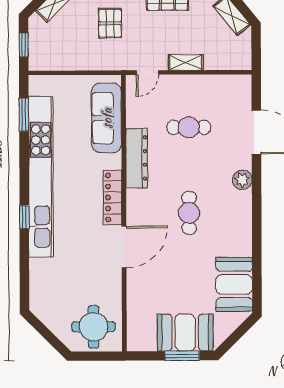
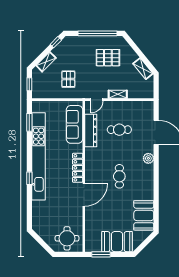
pallet: (110, 23) -> (68, 79), moved
dresser: (137, 158) -> (91, 130), moved
window: (182, 356) -> (101, 254), moved

